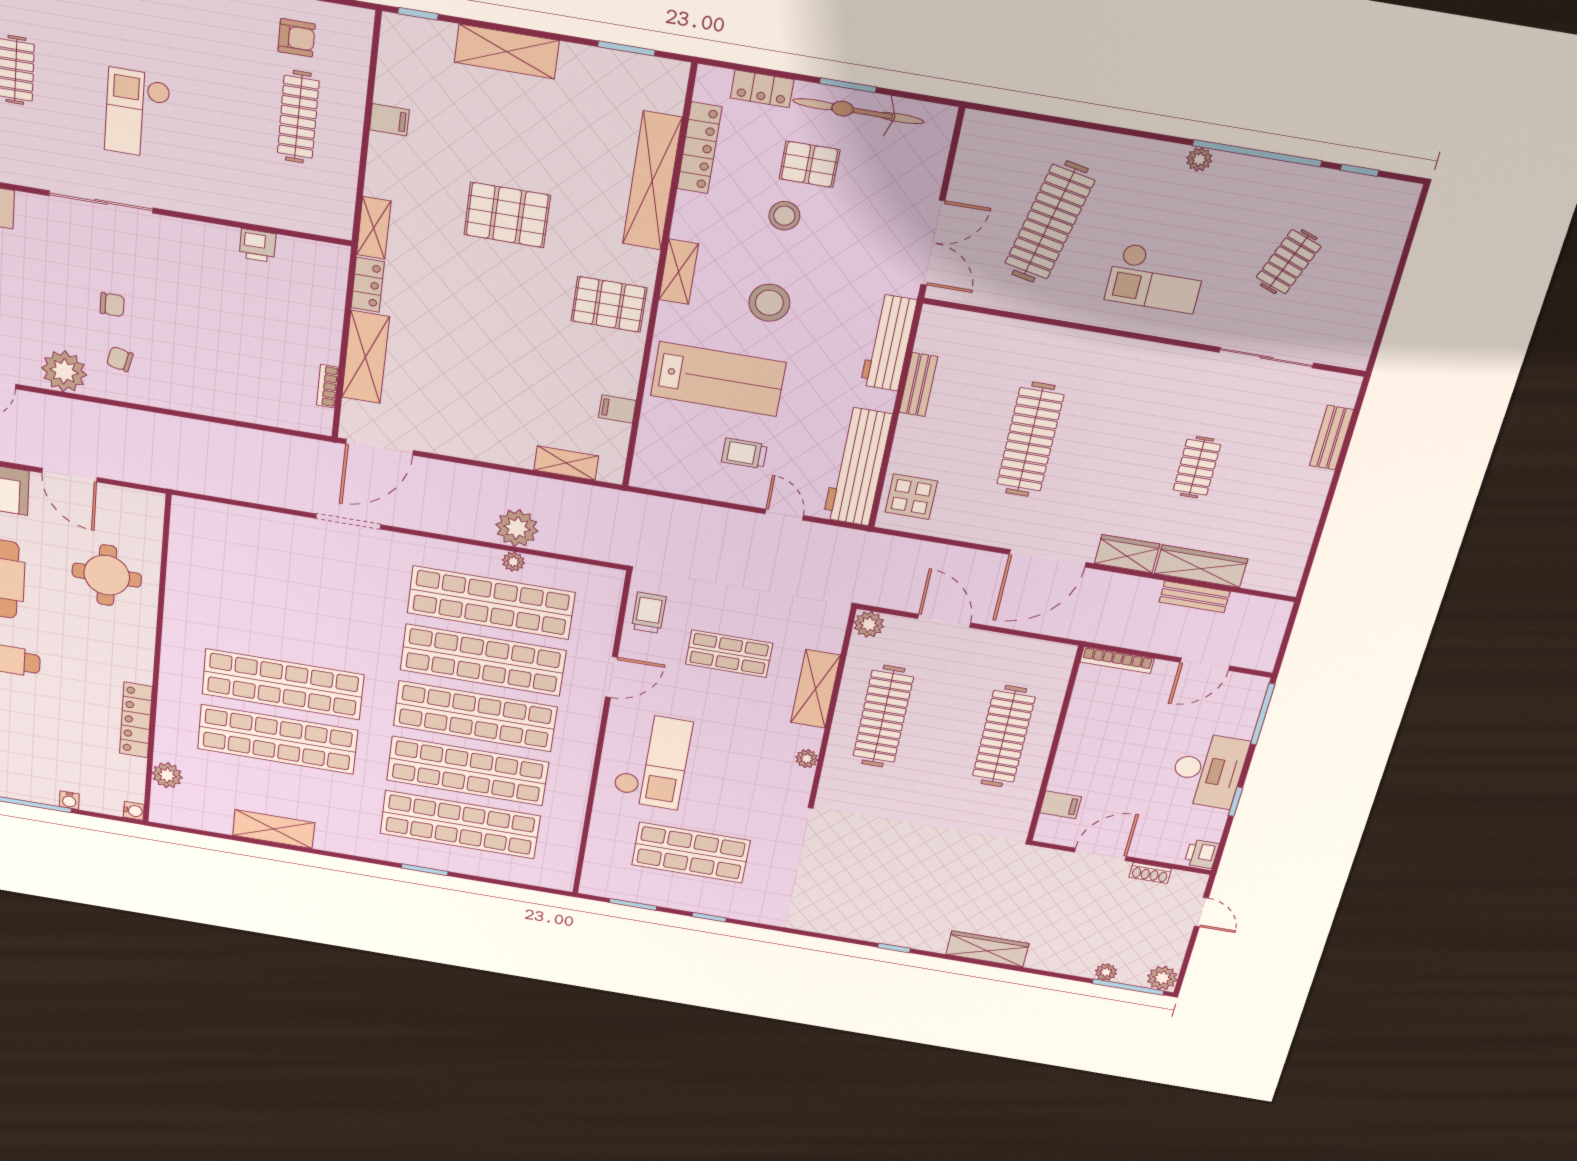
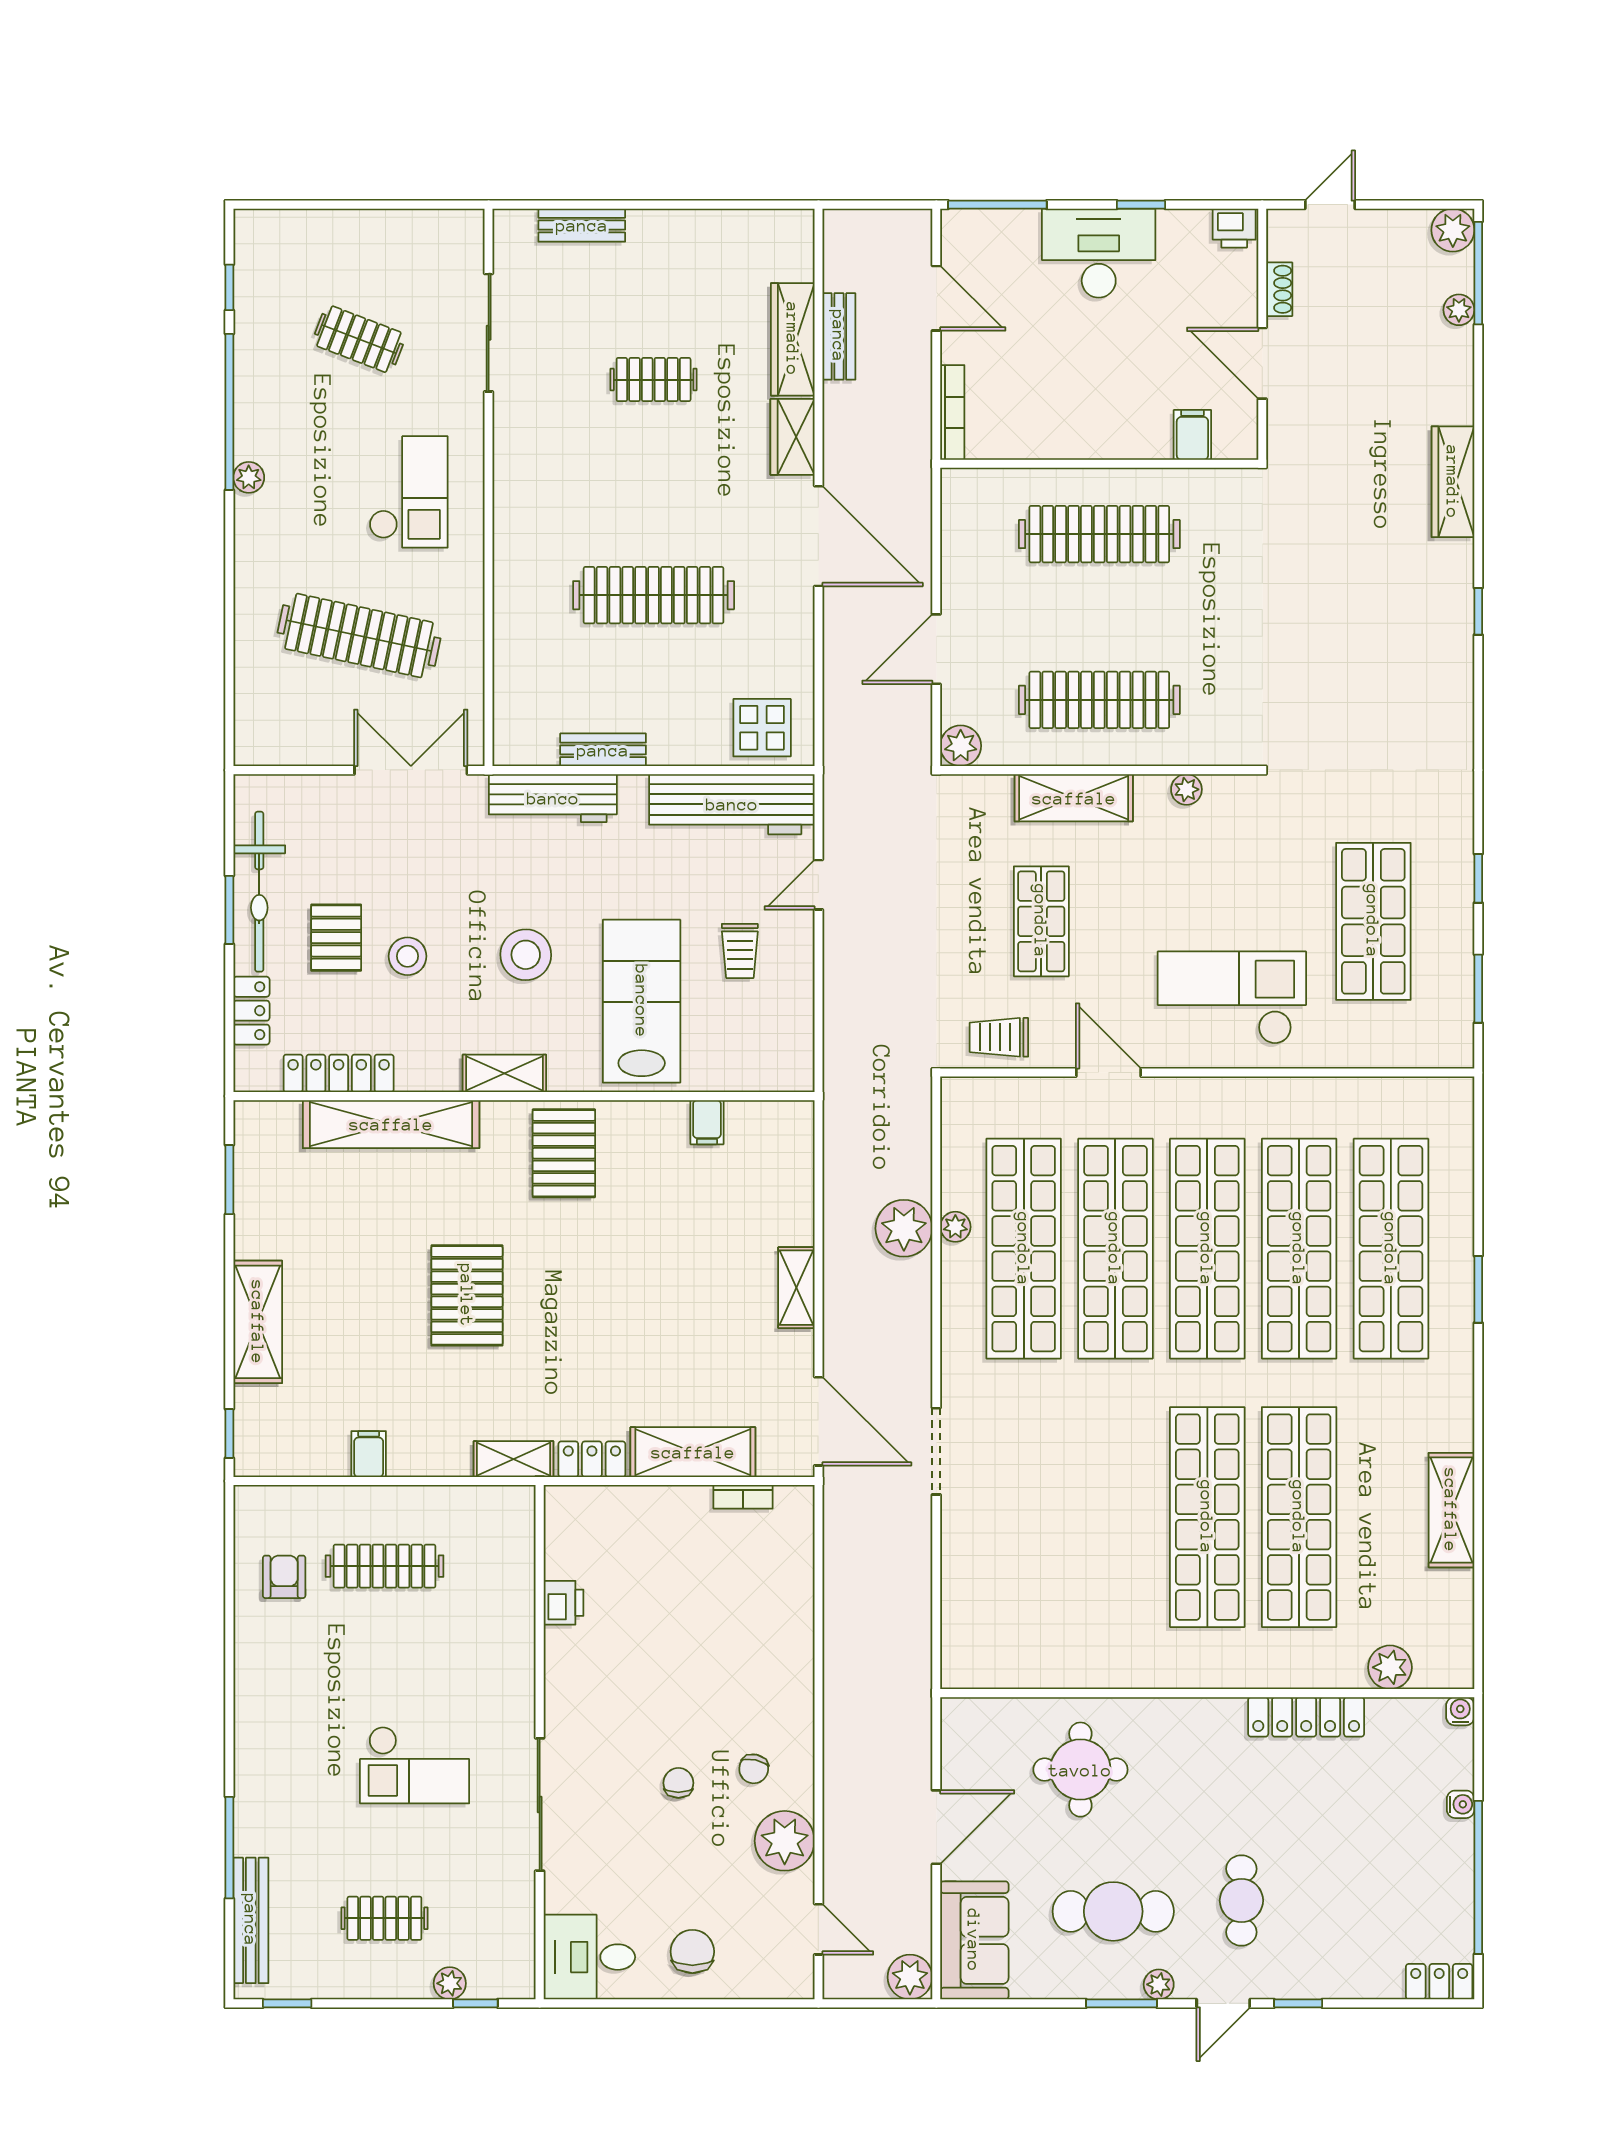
shelving: (566, 463) -> (796, 1288), moved

